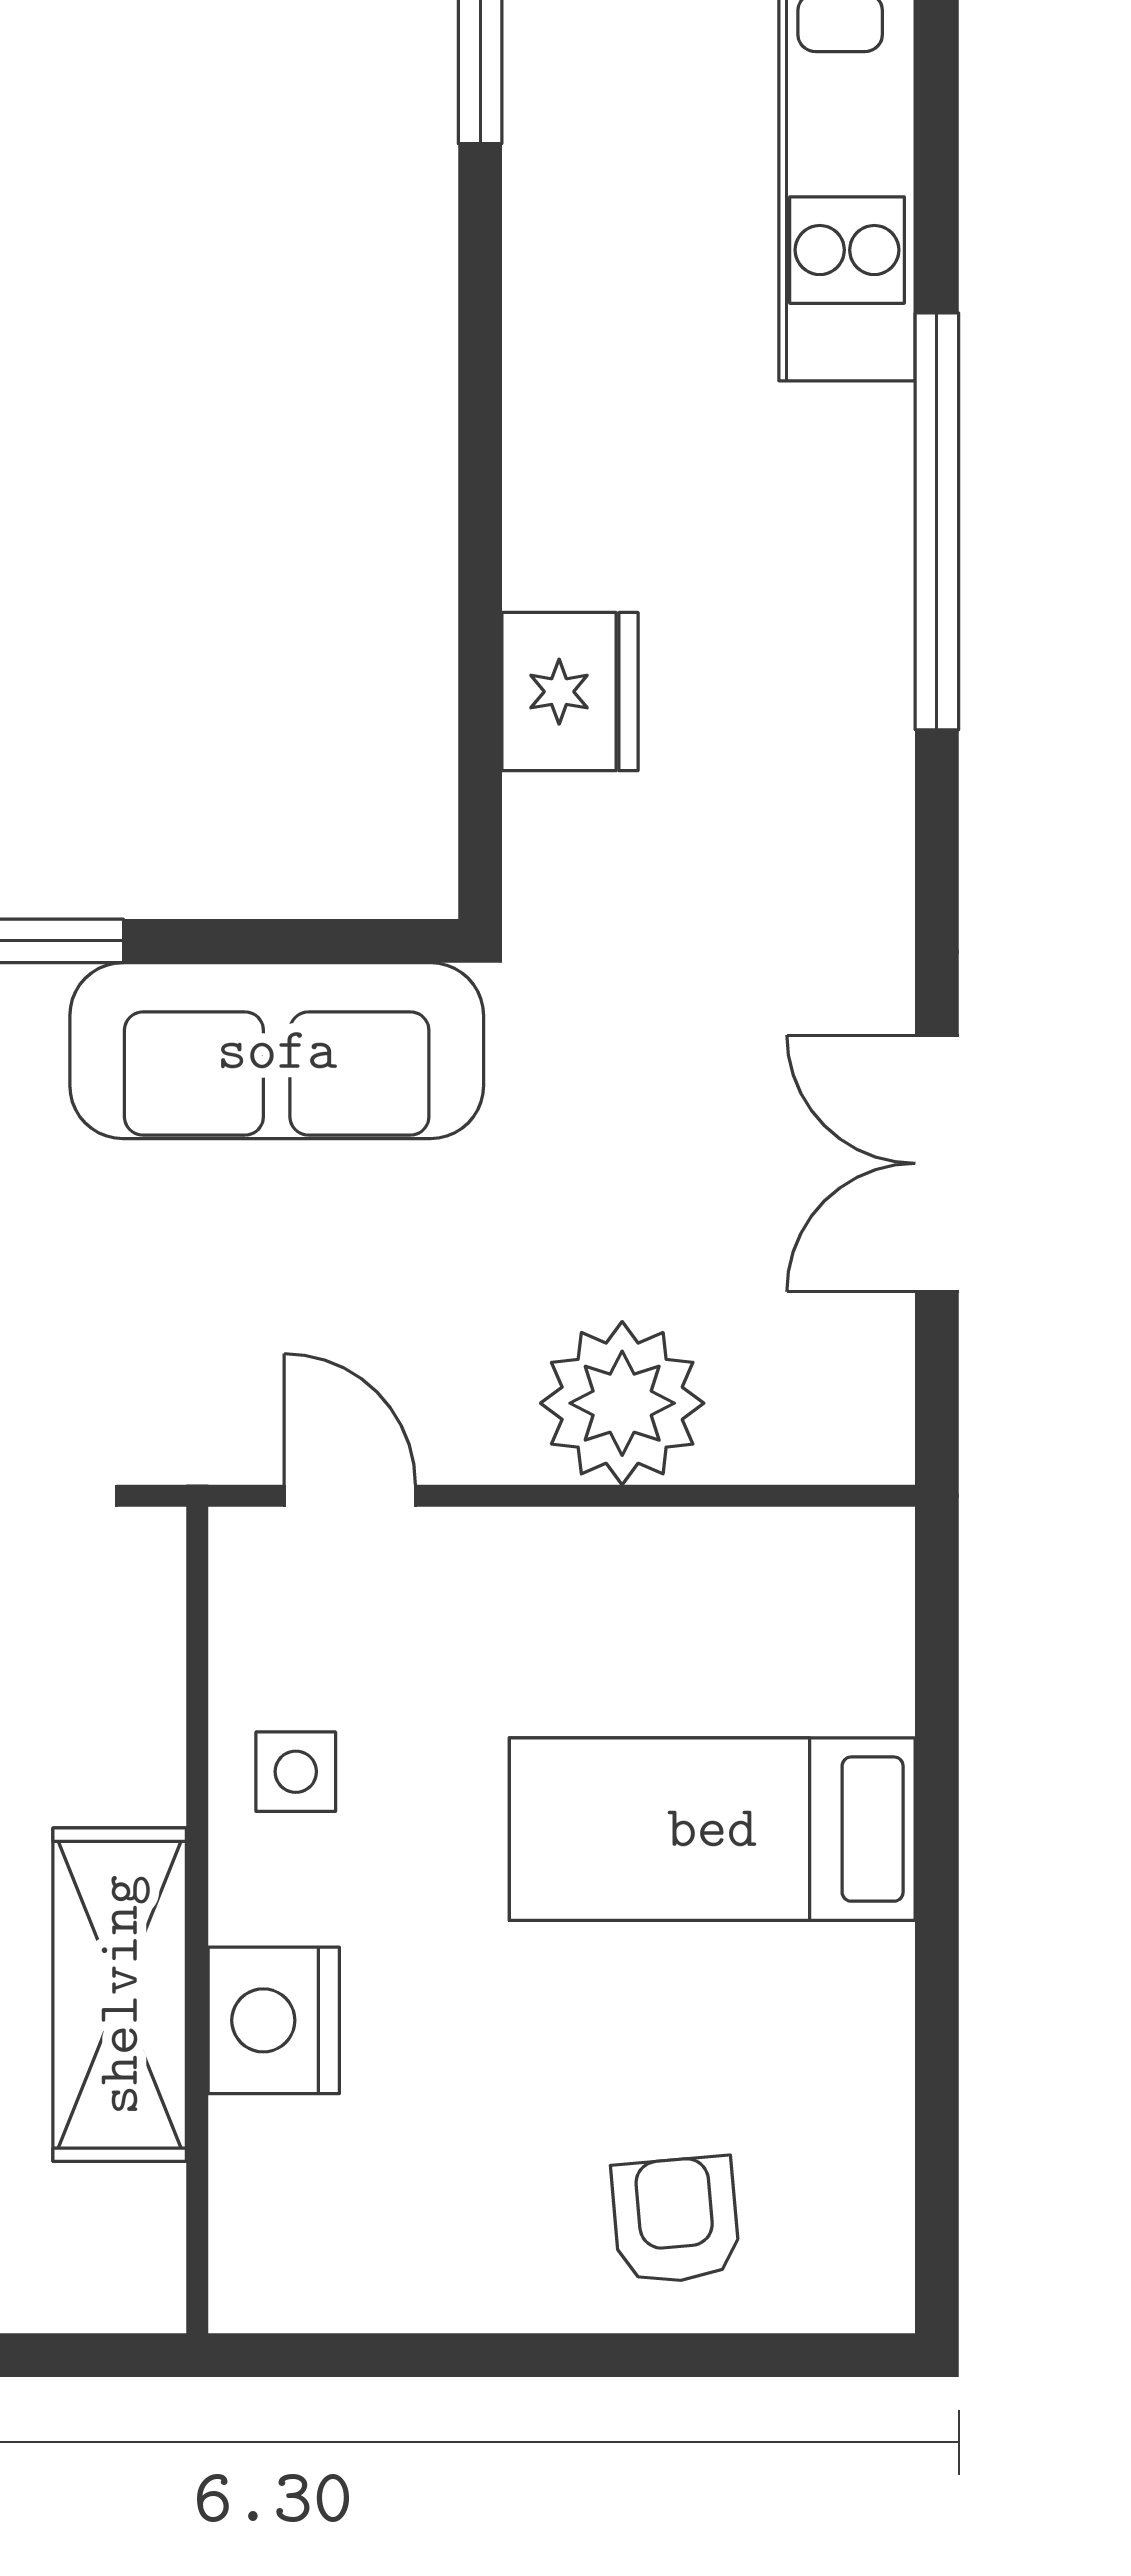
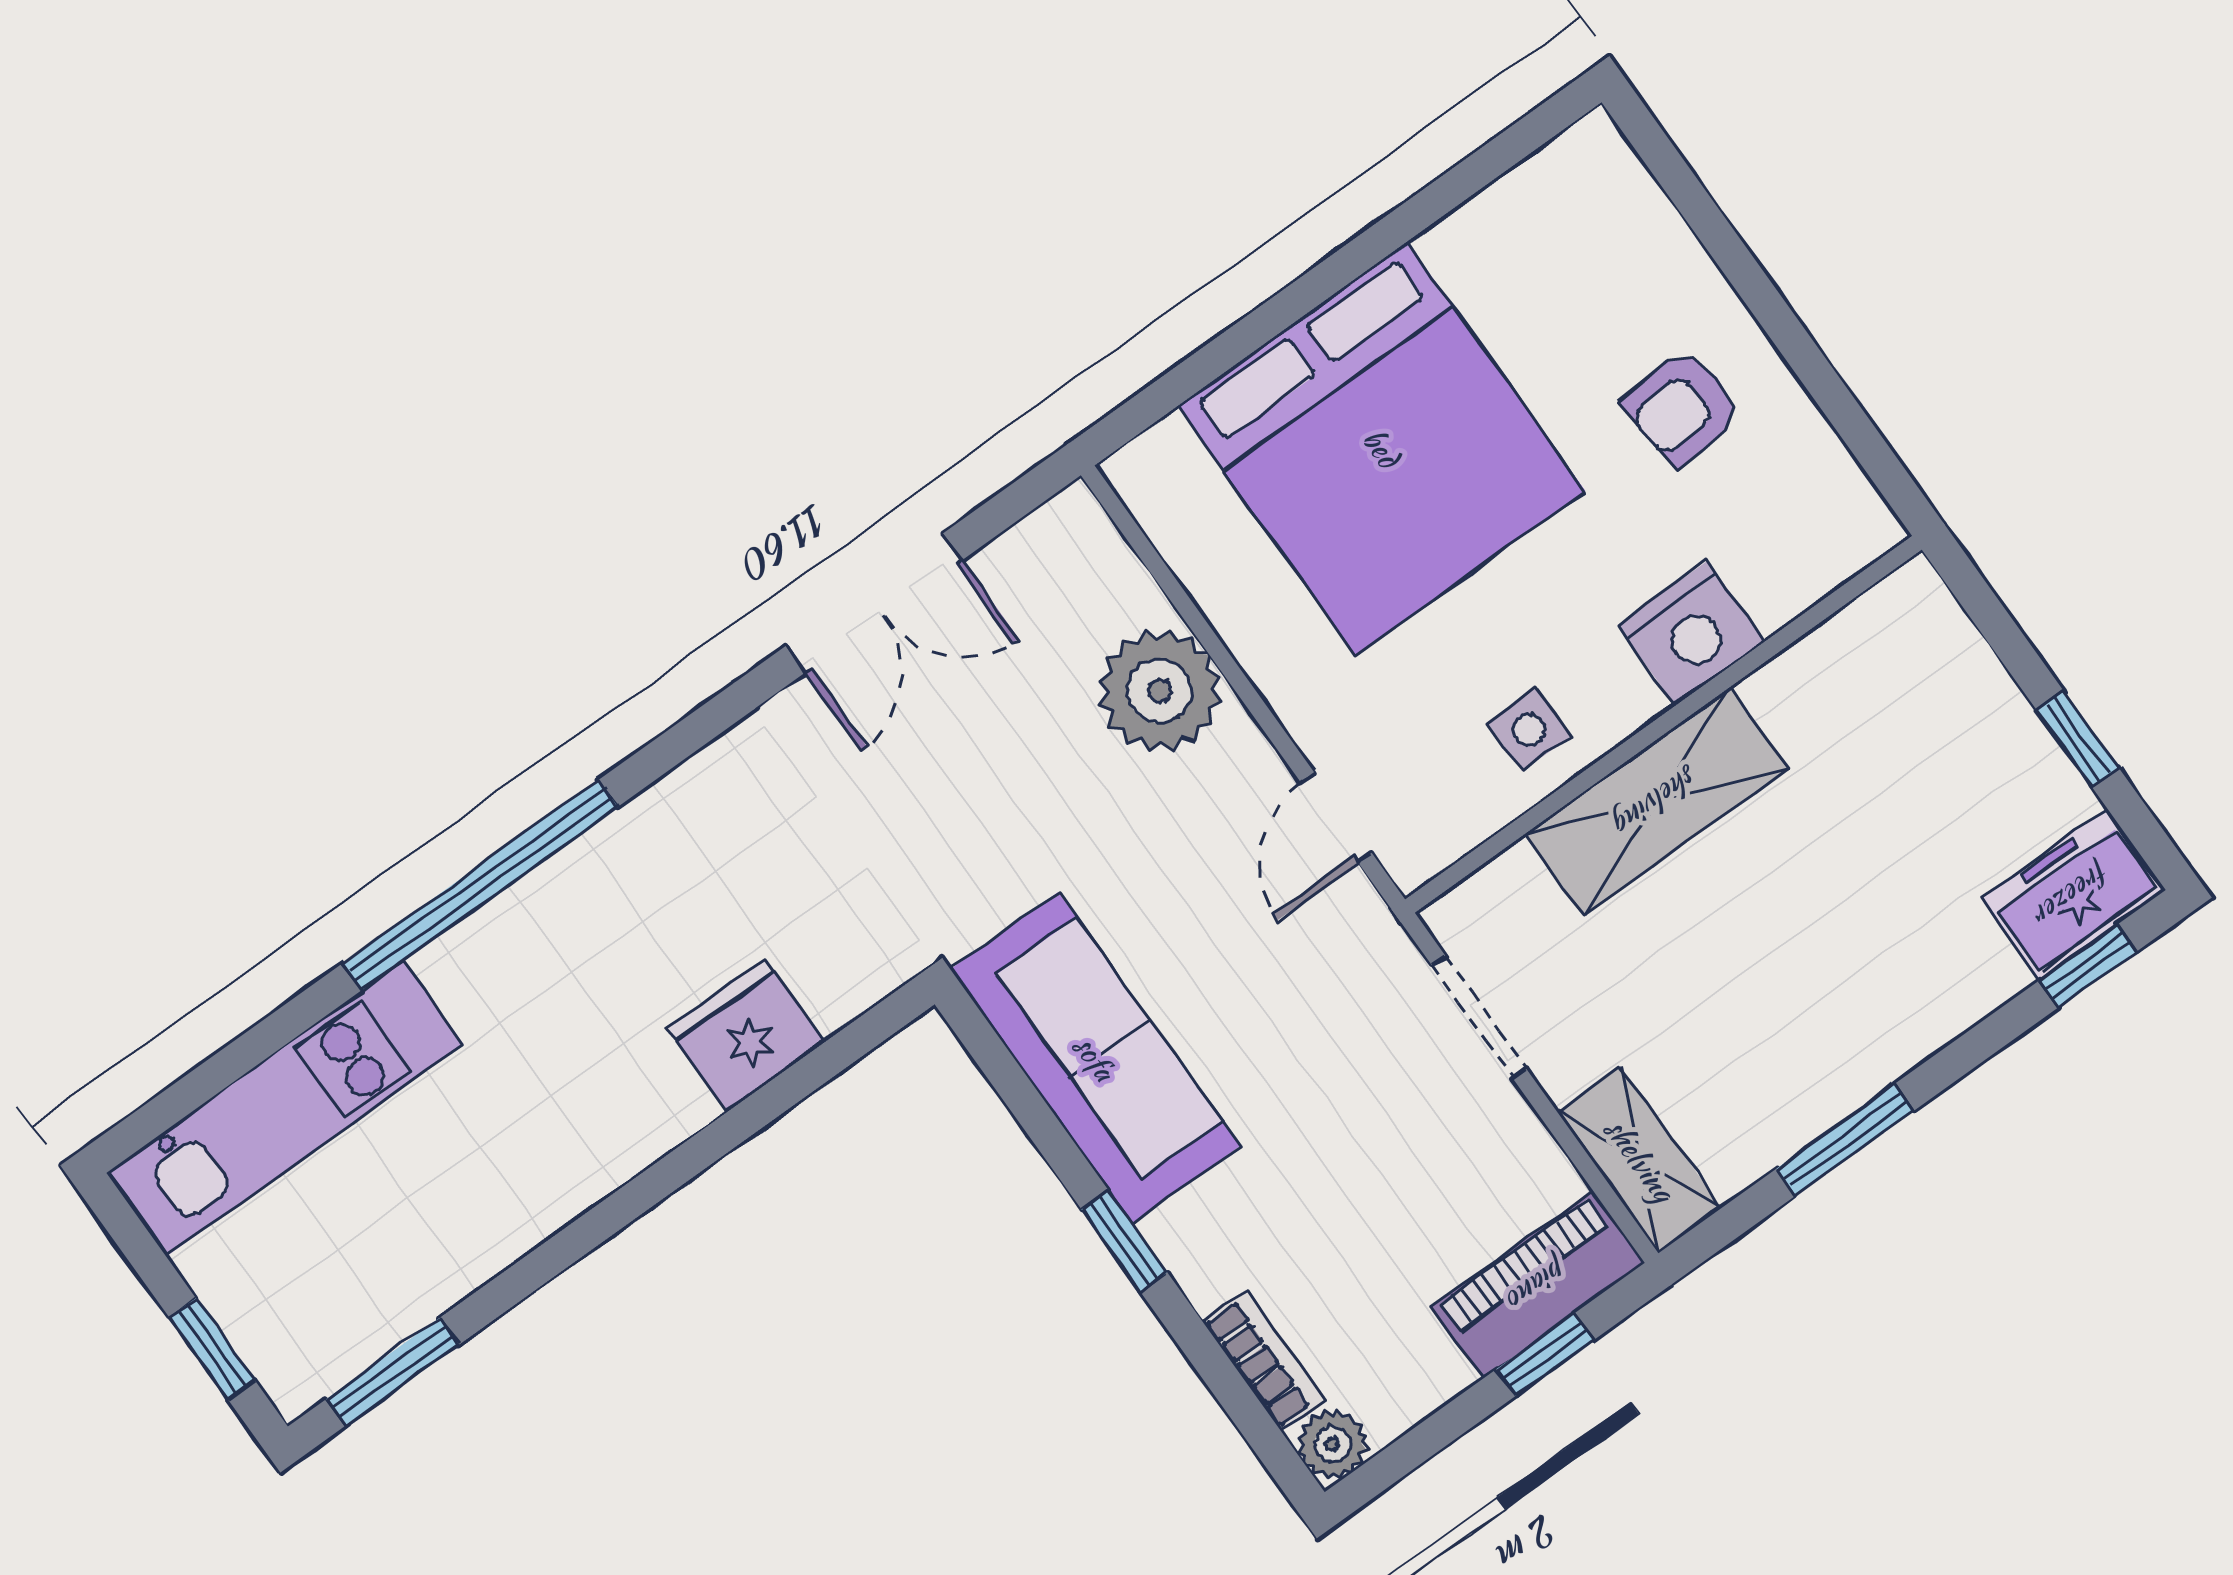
bed: (712, 1829) -> (1381, 448), width x2.04
shelving: (120, 1995) -> (1657, 801), moved
armchair: (676, 2220) -> (1682, 407), moved

